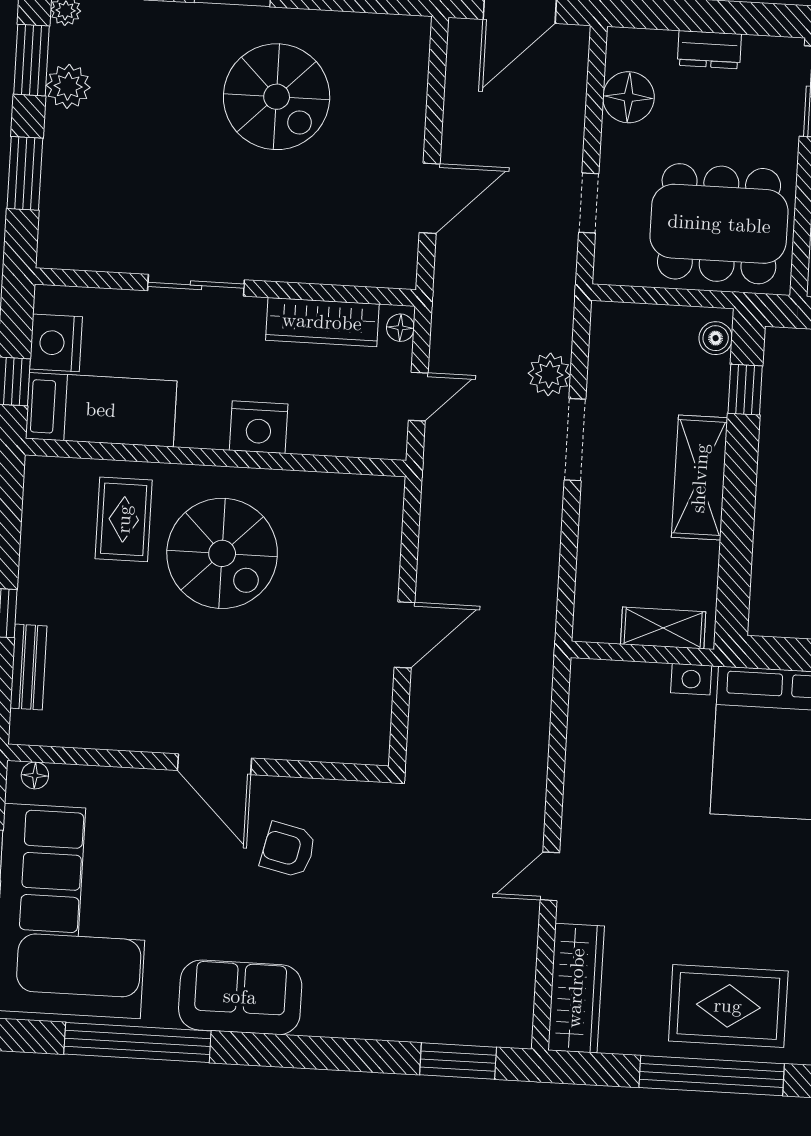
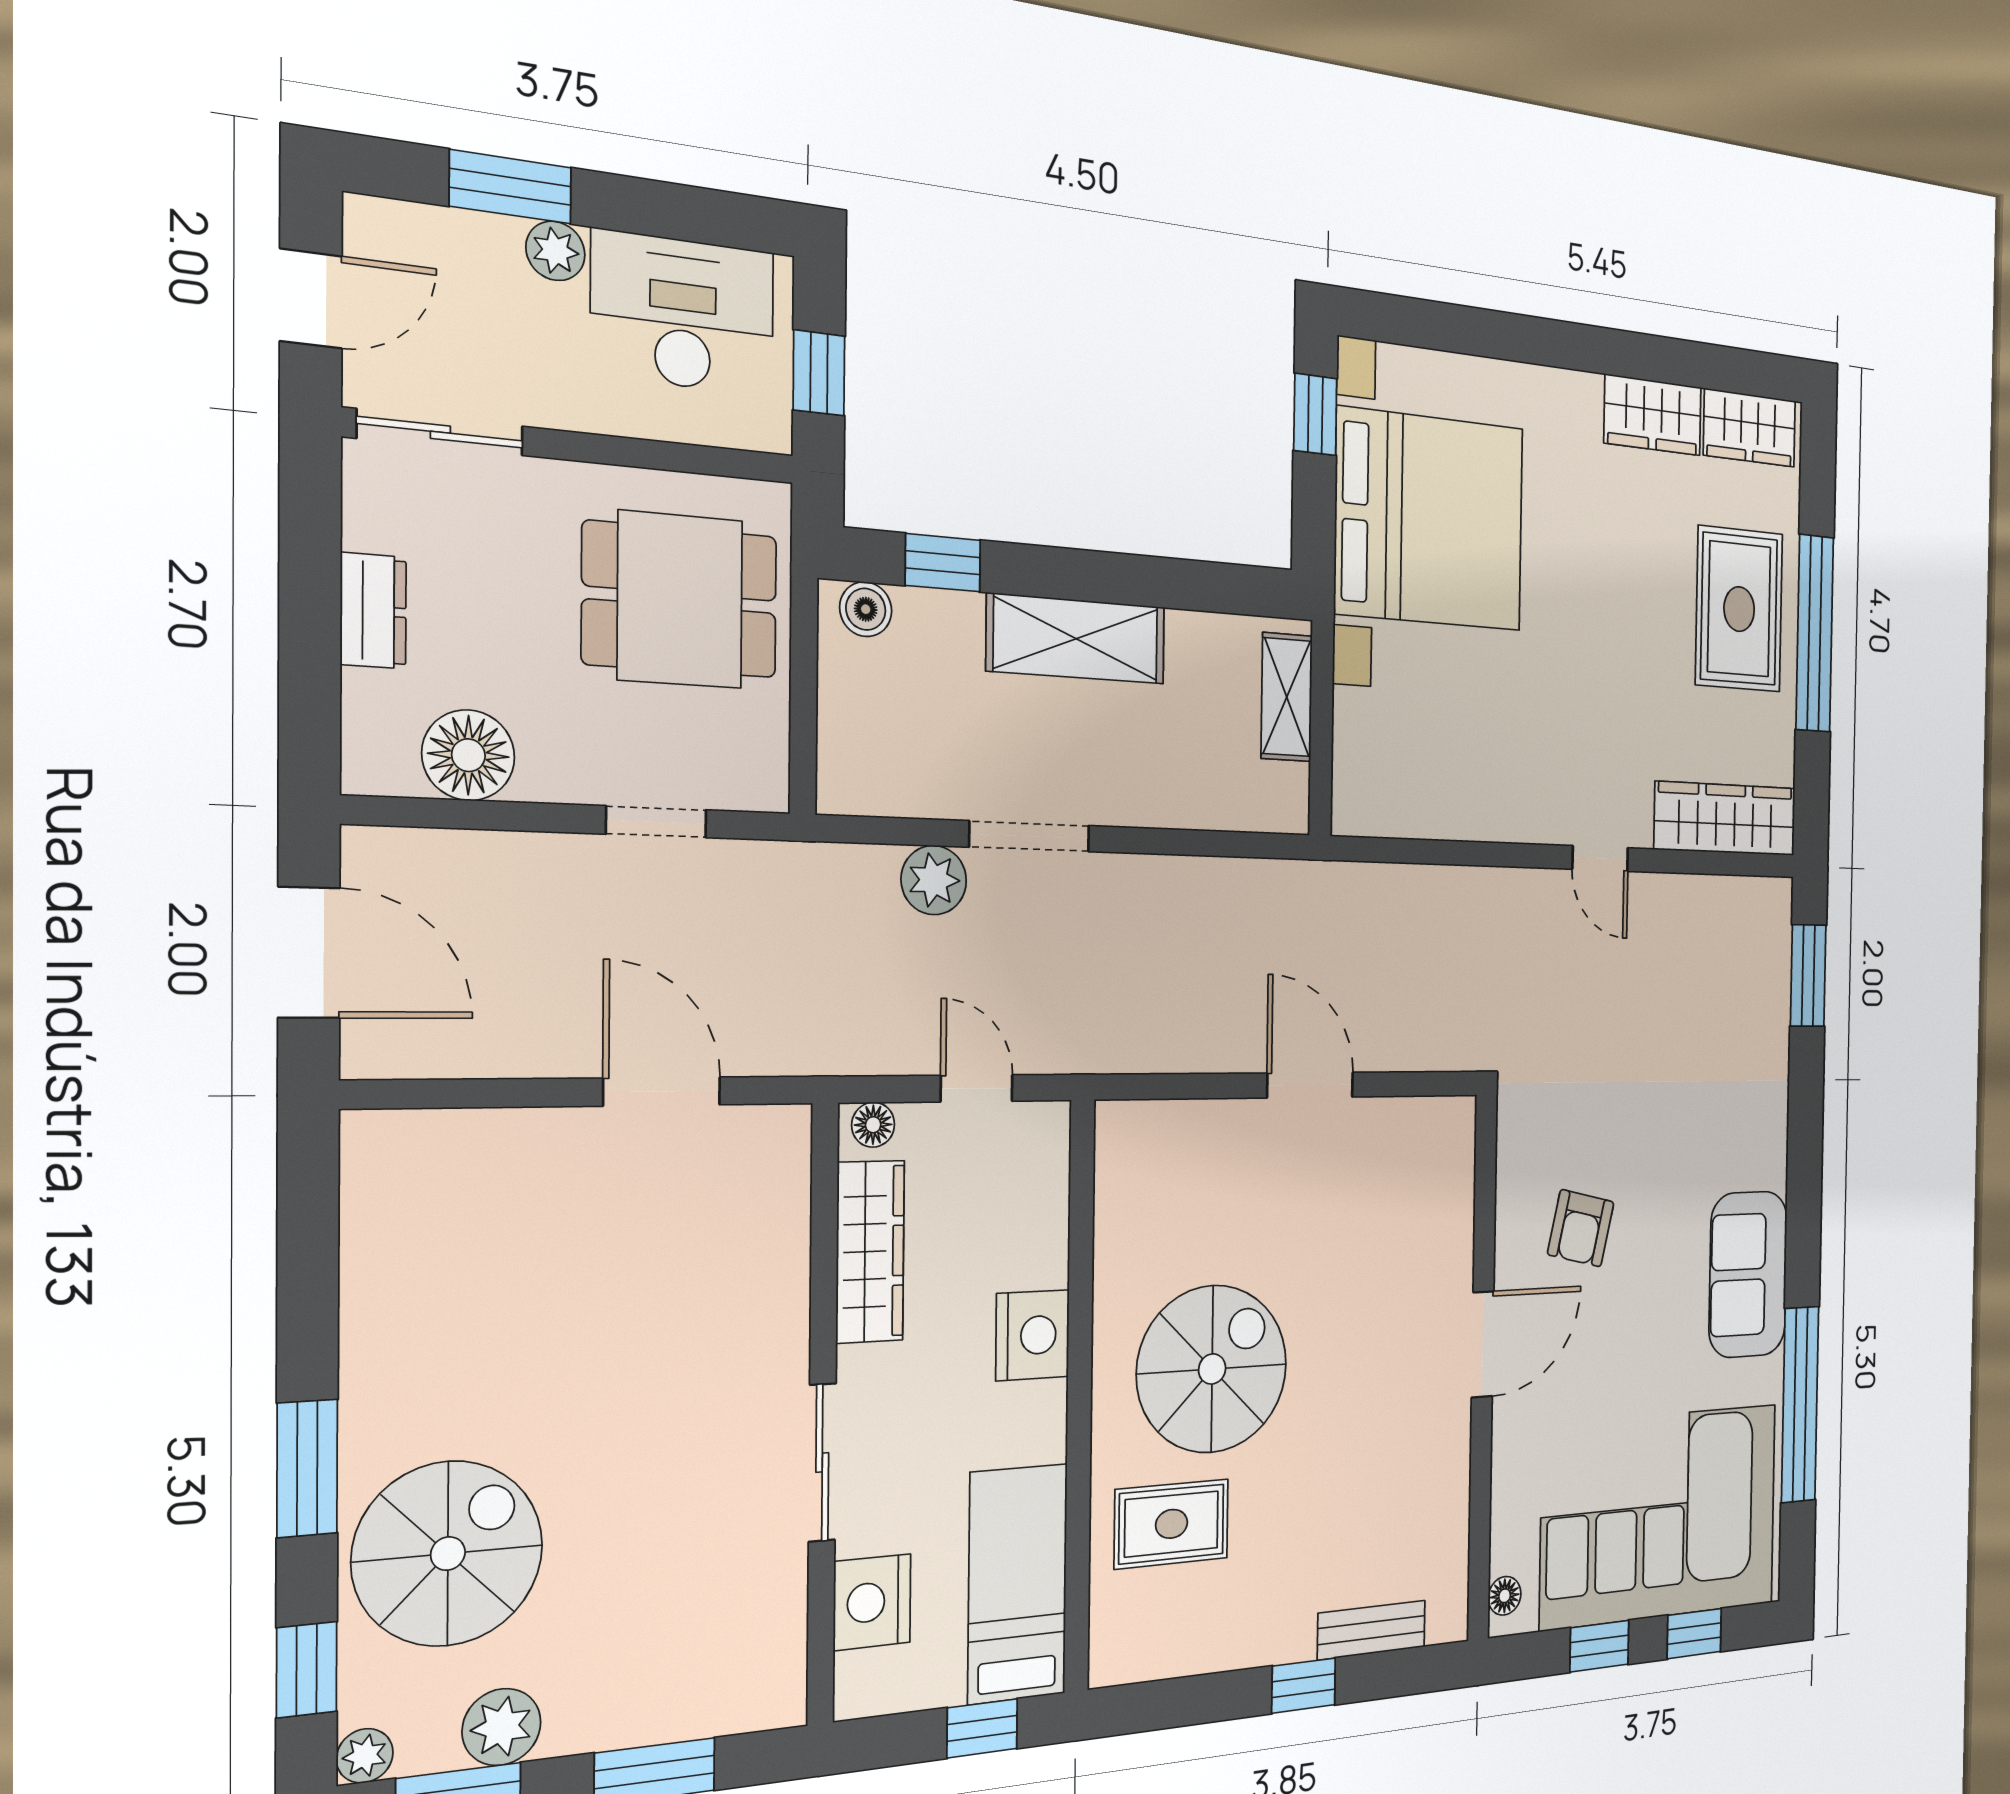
spiral stairs: (277, 97) -> (448, 1554), moved
dining table: (719, 224) -> (680, 600), width x0.73
nightstand: (56, 343) -> (872, 1602), moved, turned 90

